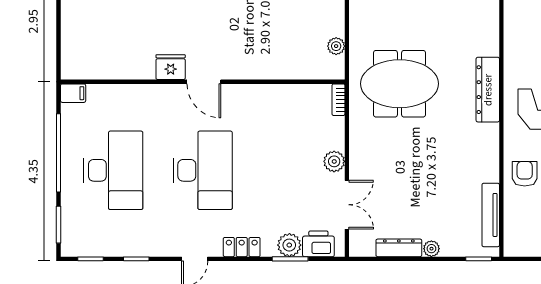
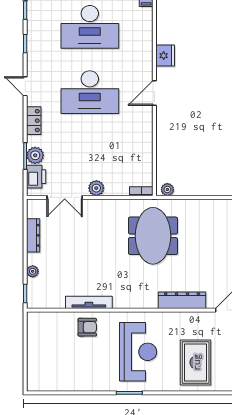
plant: (336, 46) -> (167, 190), moved
fridge: (171, 67) -> (165, 56), moved
dresser: (488, 90) -> (182, 300), moved
tv unit: (491, 215) -> (89, 302), moved
plant: (431, 249) -> (33, 271), moved

